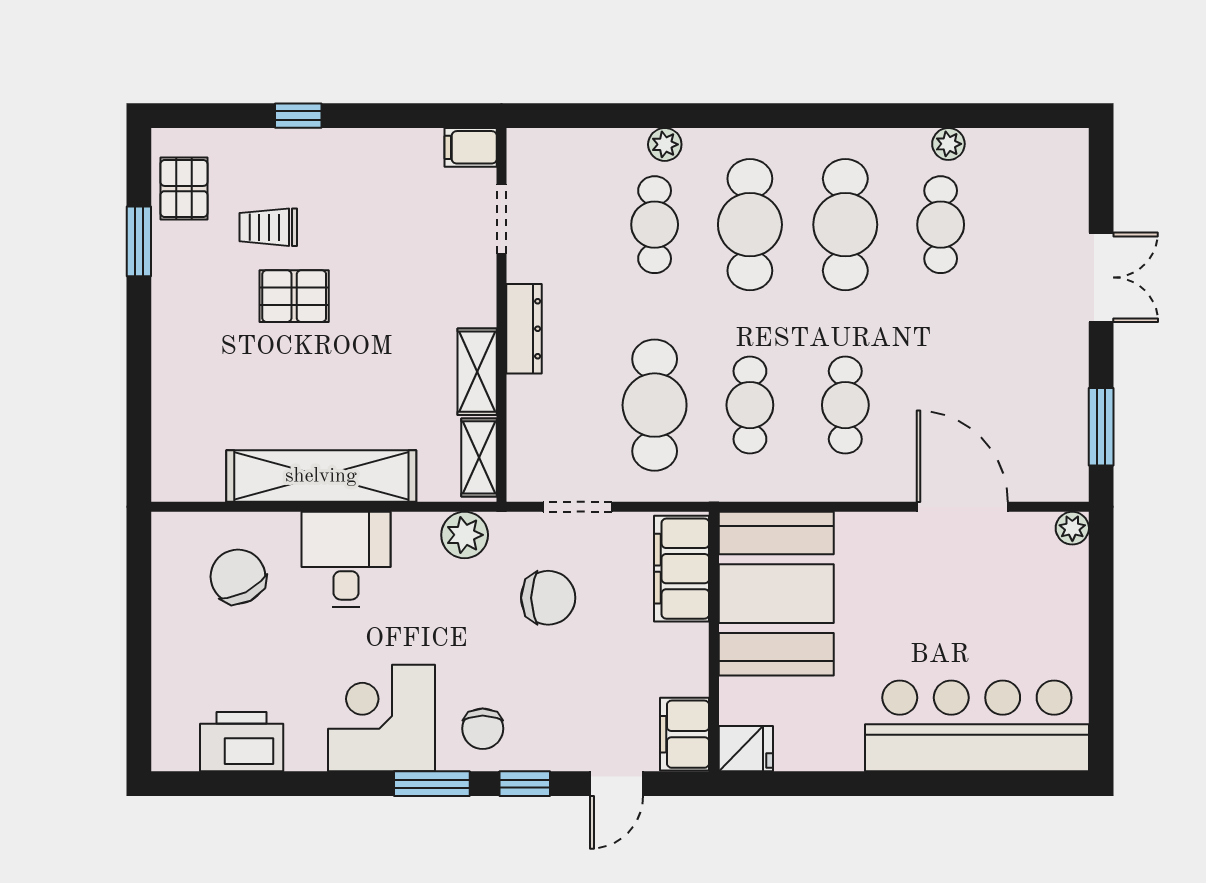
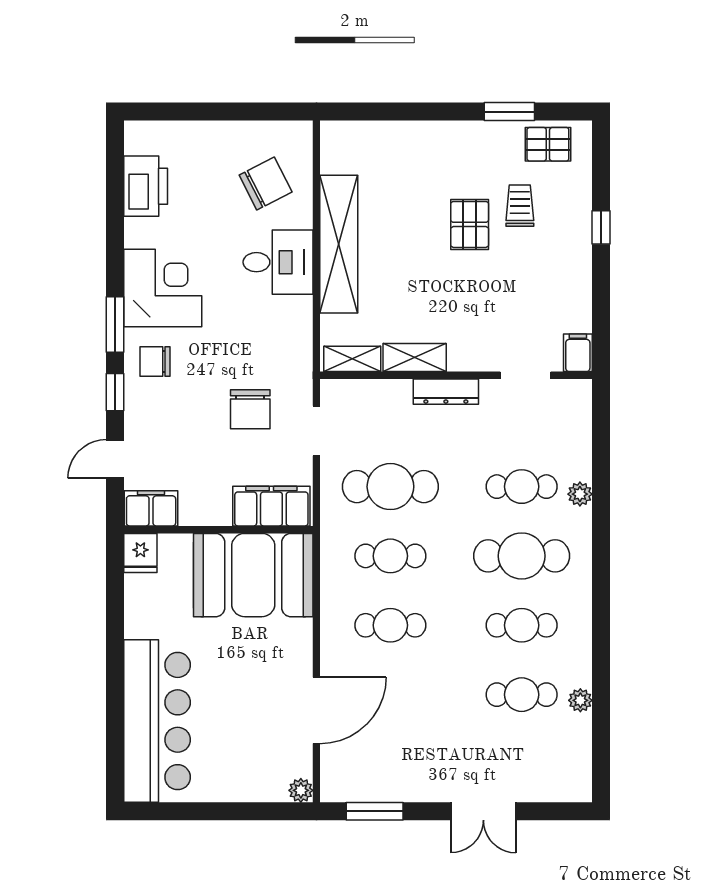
cafe table: (845, 225) -> (522, 625), width x0.73, depth x0.74
plant: (465, 535) -> (296, 348), removed
door: (617, 784) -> (115, 459), hinge flipped

